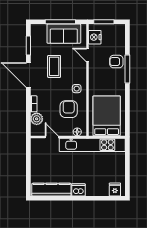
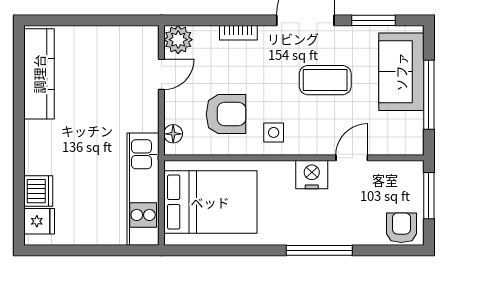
sofa: (64, 34) -> (401, 72), moved
nightstand: (95, 37) -> (312, 175), moved
armchair: (116, 62) -> (401, 228), moved
plant: (37, 119) -> (178, 40), moved
kitchen unit: (92, 145) -> (143, 189), width x0.73
dishwasher: (78, 190) -> (38, 191), moved

